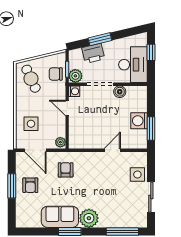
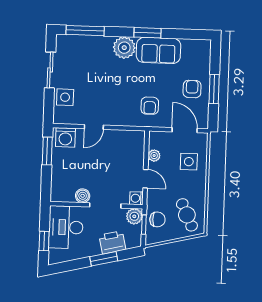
washing machine: (139, 121) -> (65, 137), moved, turned 90
plant: (60, 142) -> (154, 156), moved

